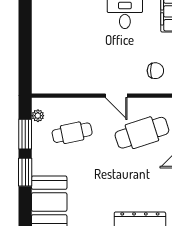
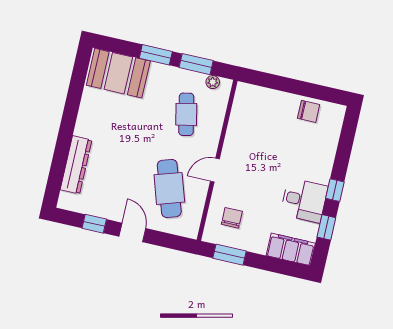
chair: (44, 24) -> (309, 111), added
chair: (155, 71) -> (232, 218), turned 180

